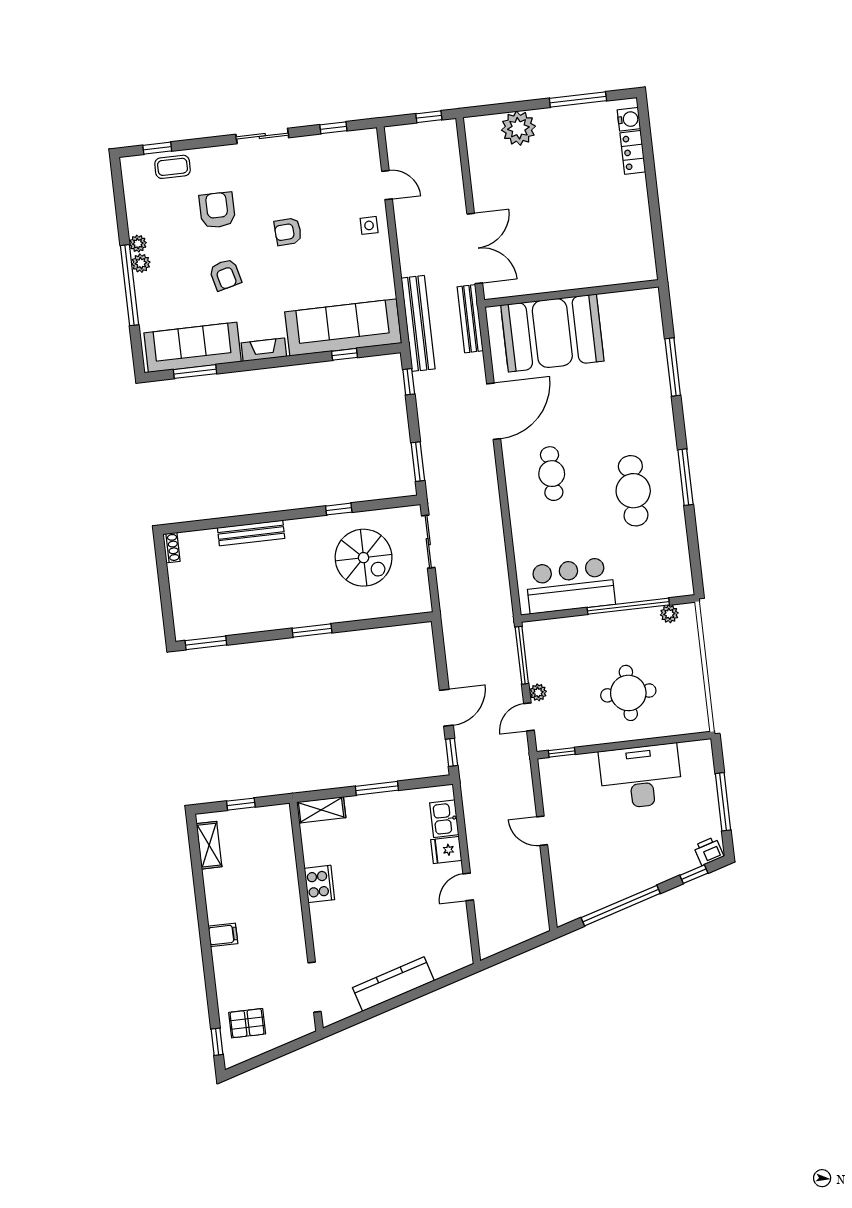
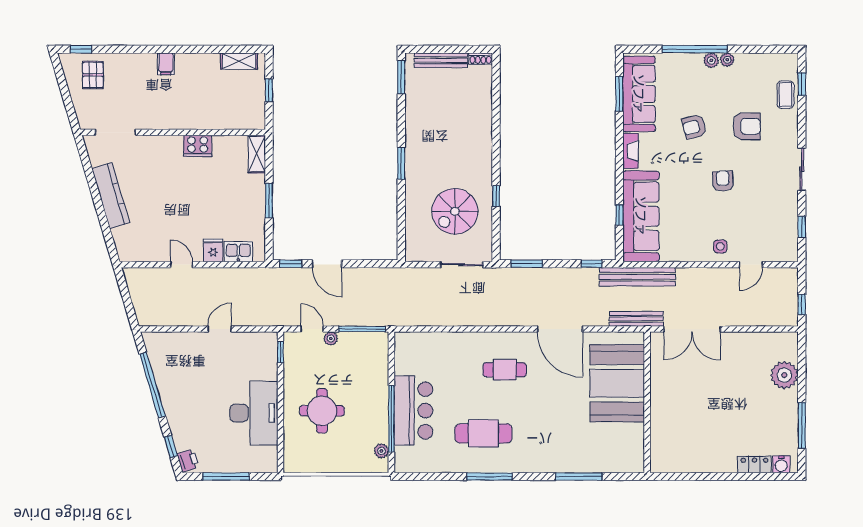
bench: (251, 533) -> (441, 60), moved, turned 90
bar counter: (570, 585) -> (413, 411), moved

